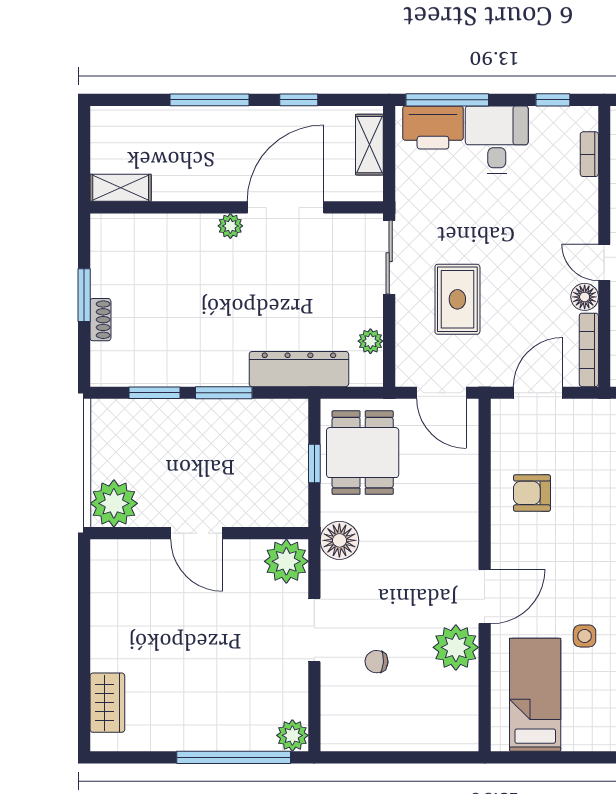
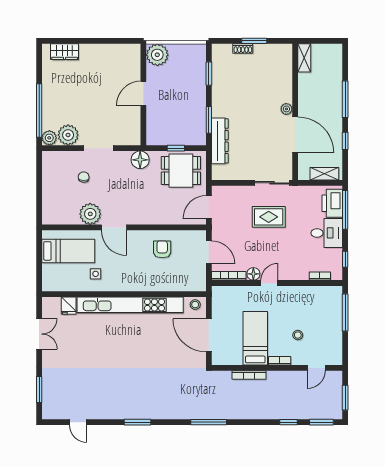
rug: (457, 299) -> (269, 217), moved
plant: (370, 341) -> (233, 174), removed
window: (224, 393) -> (209, 120), moved
plant: (286, 561) -> (68, 135), moved

